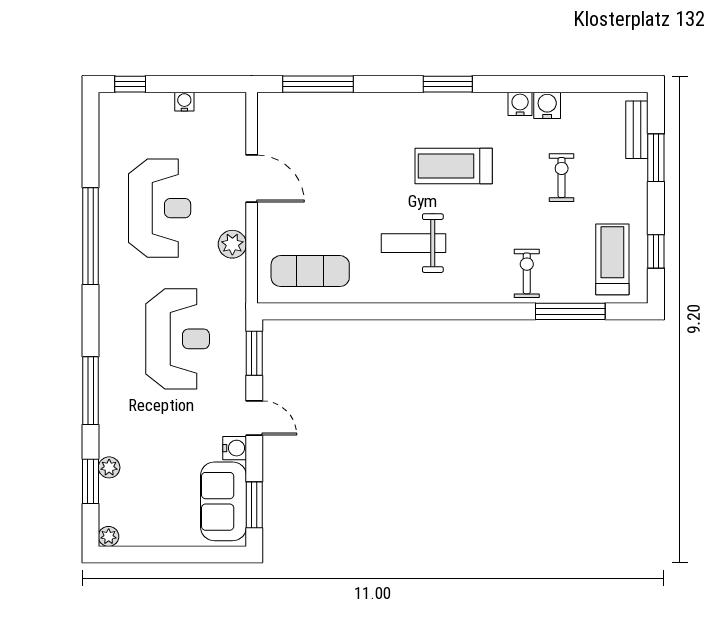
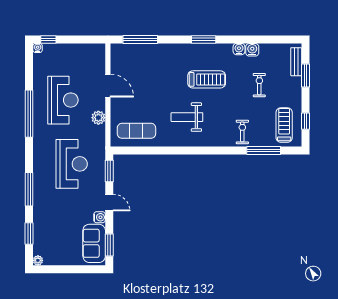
water cooler: (184, 102) -> (38, 48), moved
treadmill: (454, 166) -> (207, 79), turned 180
plant: (109, 467) -> (38, 227), removed

